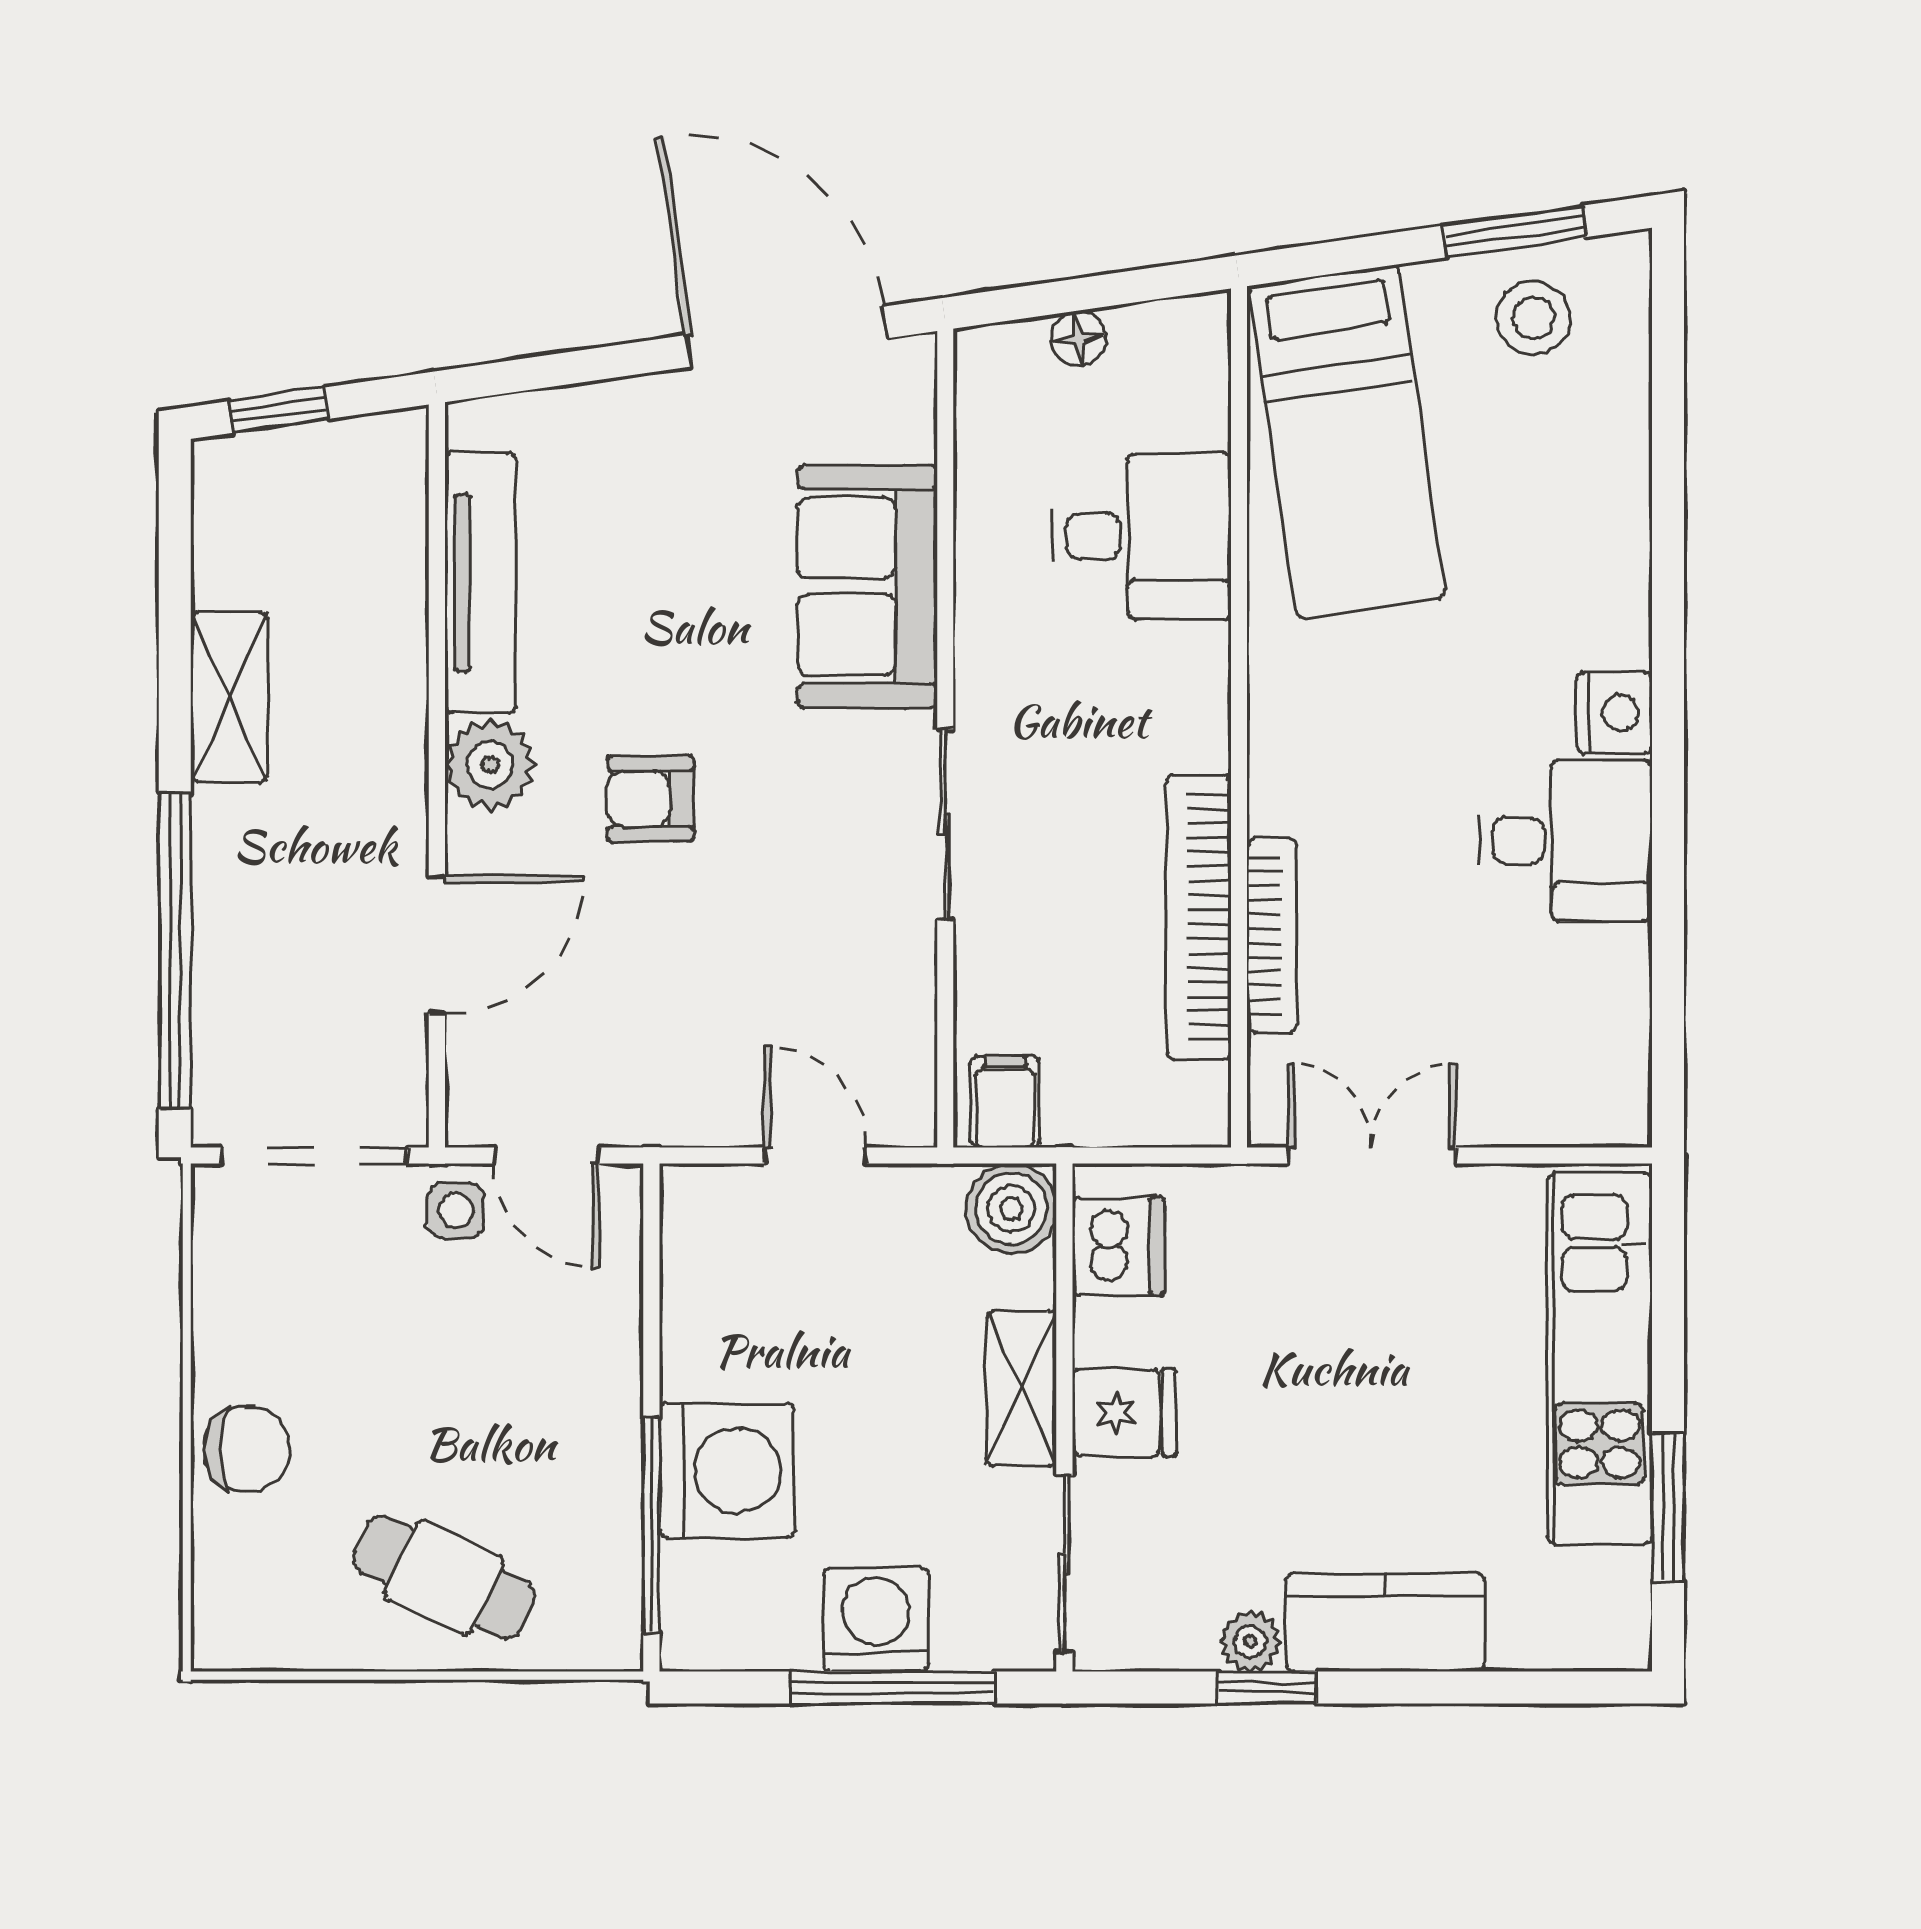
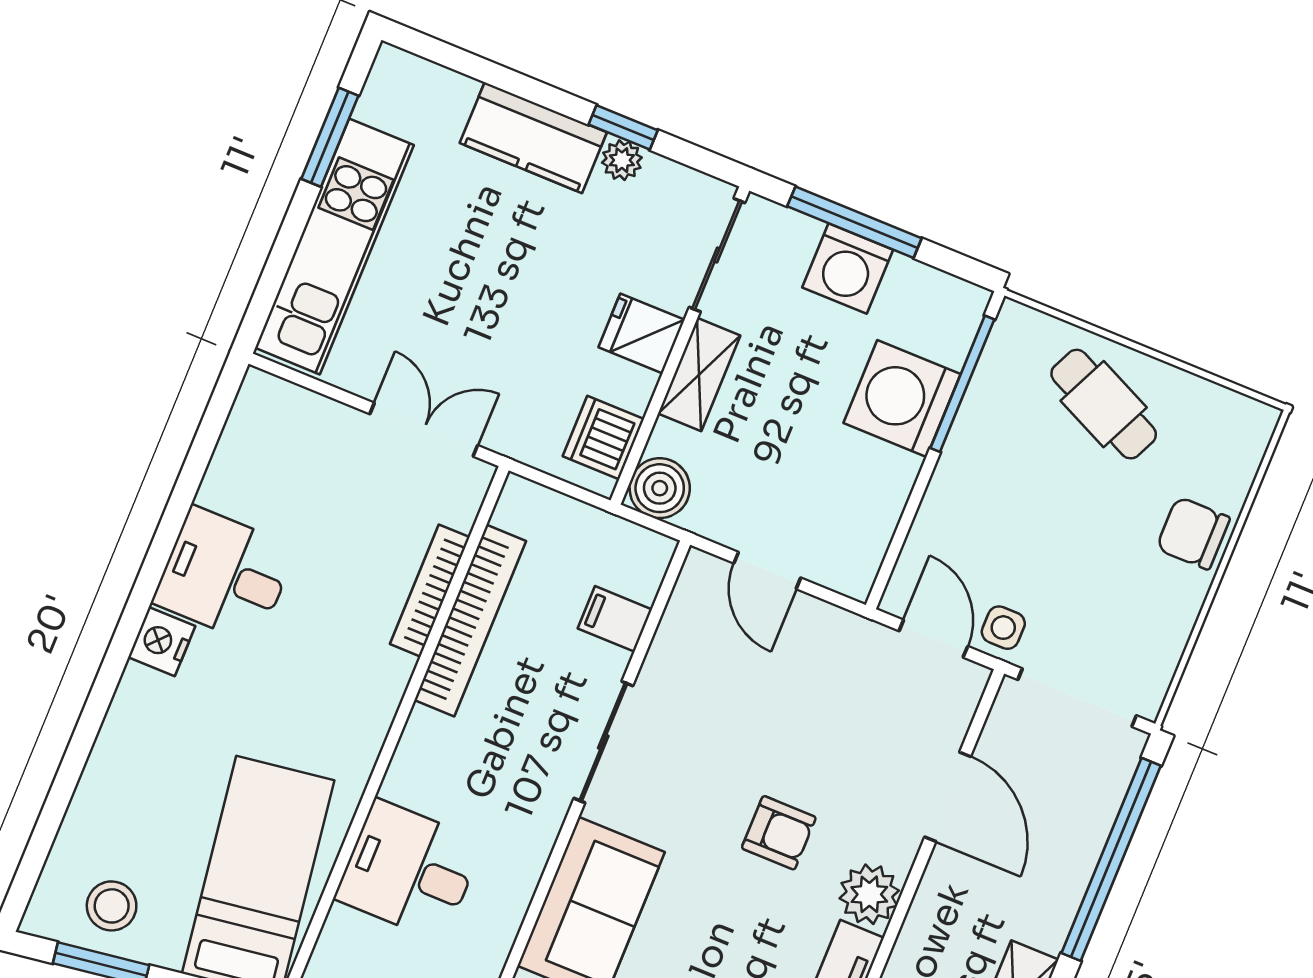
door: (437, 945) -> (948, 797), swing flipped
filing cabinet: (1005, 1102) -> (615, 619), moved, turned 90
double door: (1372, 1156) -> (424, 430), swing flipped

